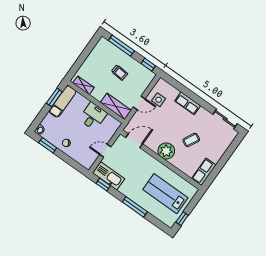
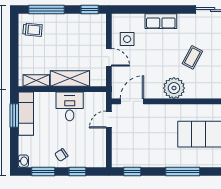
trolley: (119, 73) -> (33, 30), moved
door: (139, 103) -> (109, 57), hinge flipped
shelving: (116, 106) -> (70, 79), moved
door: (105, 151) -> (109, 120), moved
window: (69, 160) -> (77, 171), added
kitchen sink: (109, 176) -> (132, 158), removed

